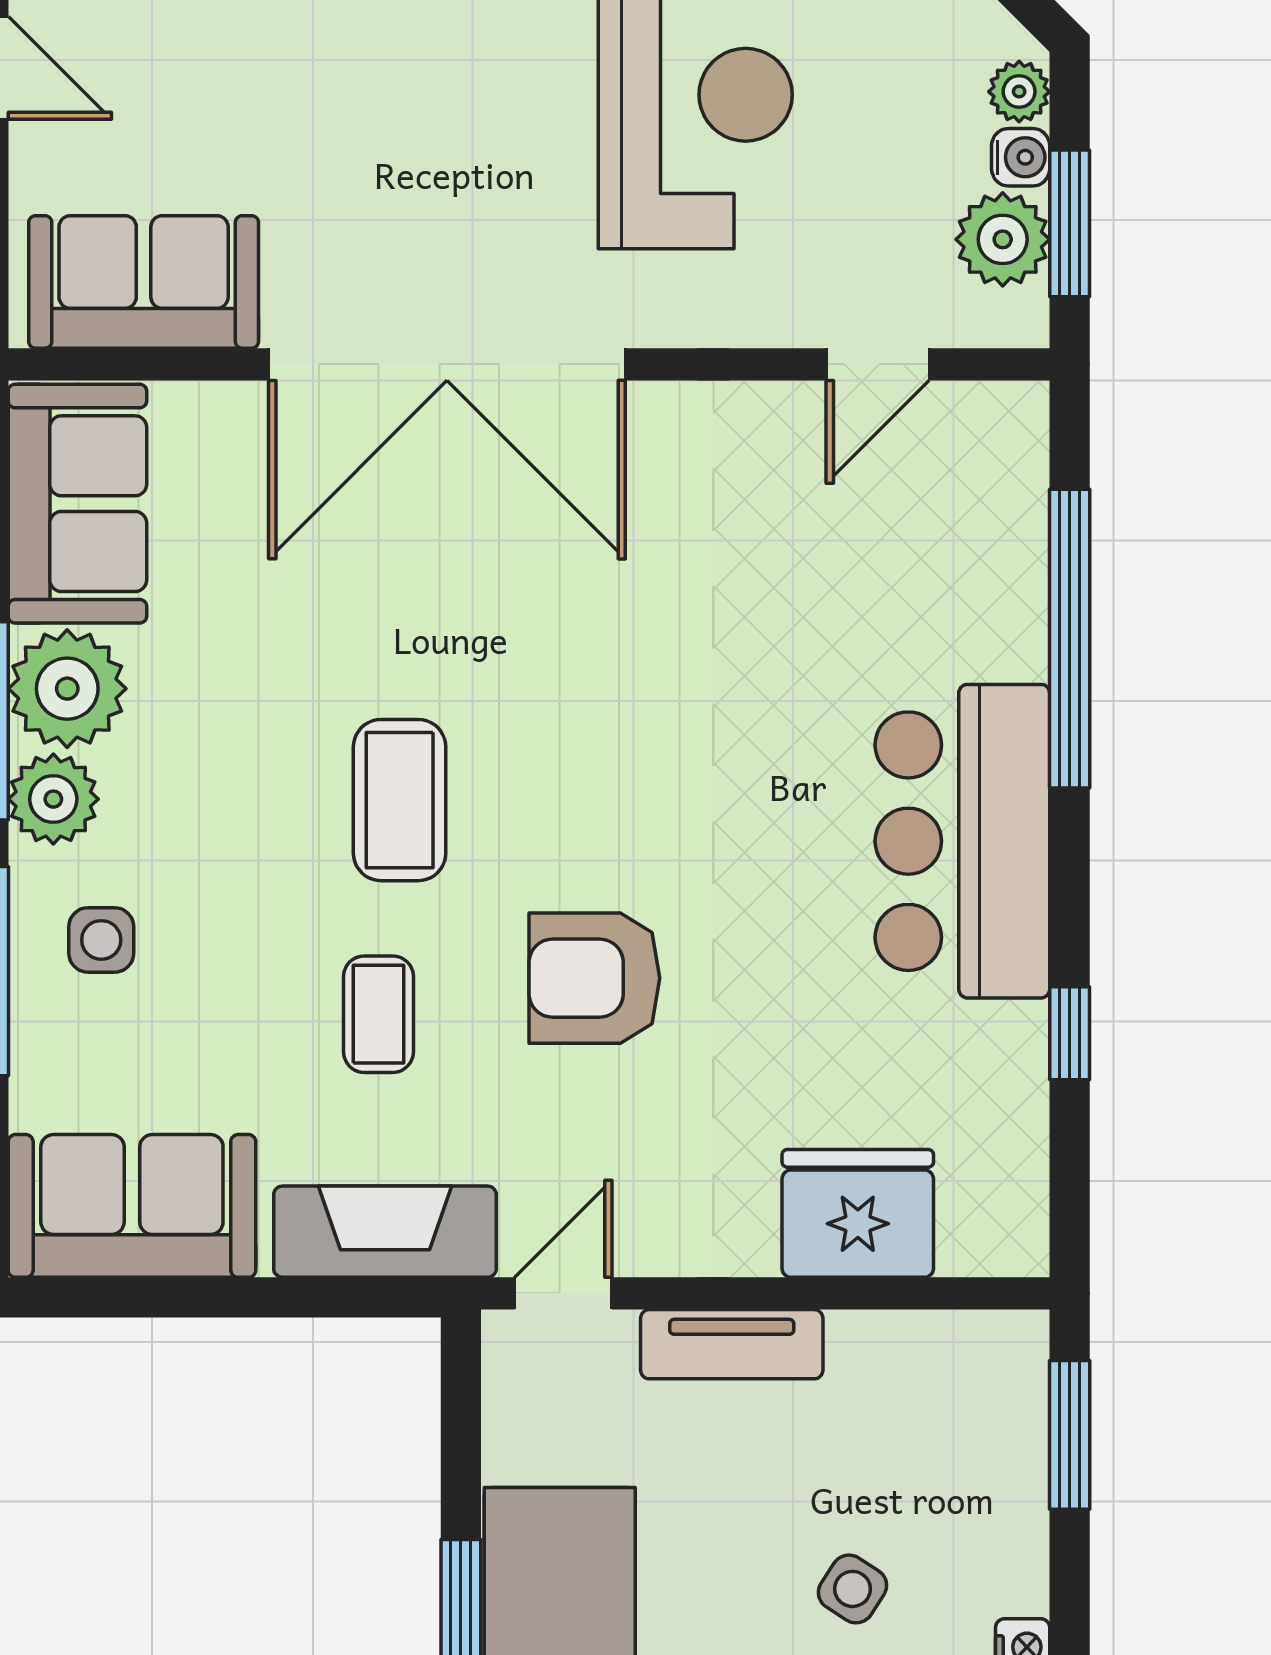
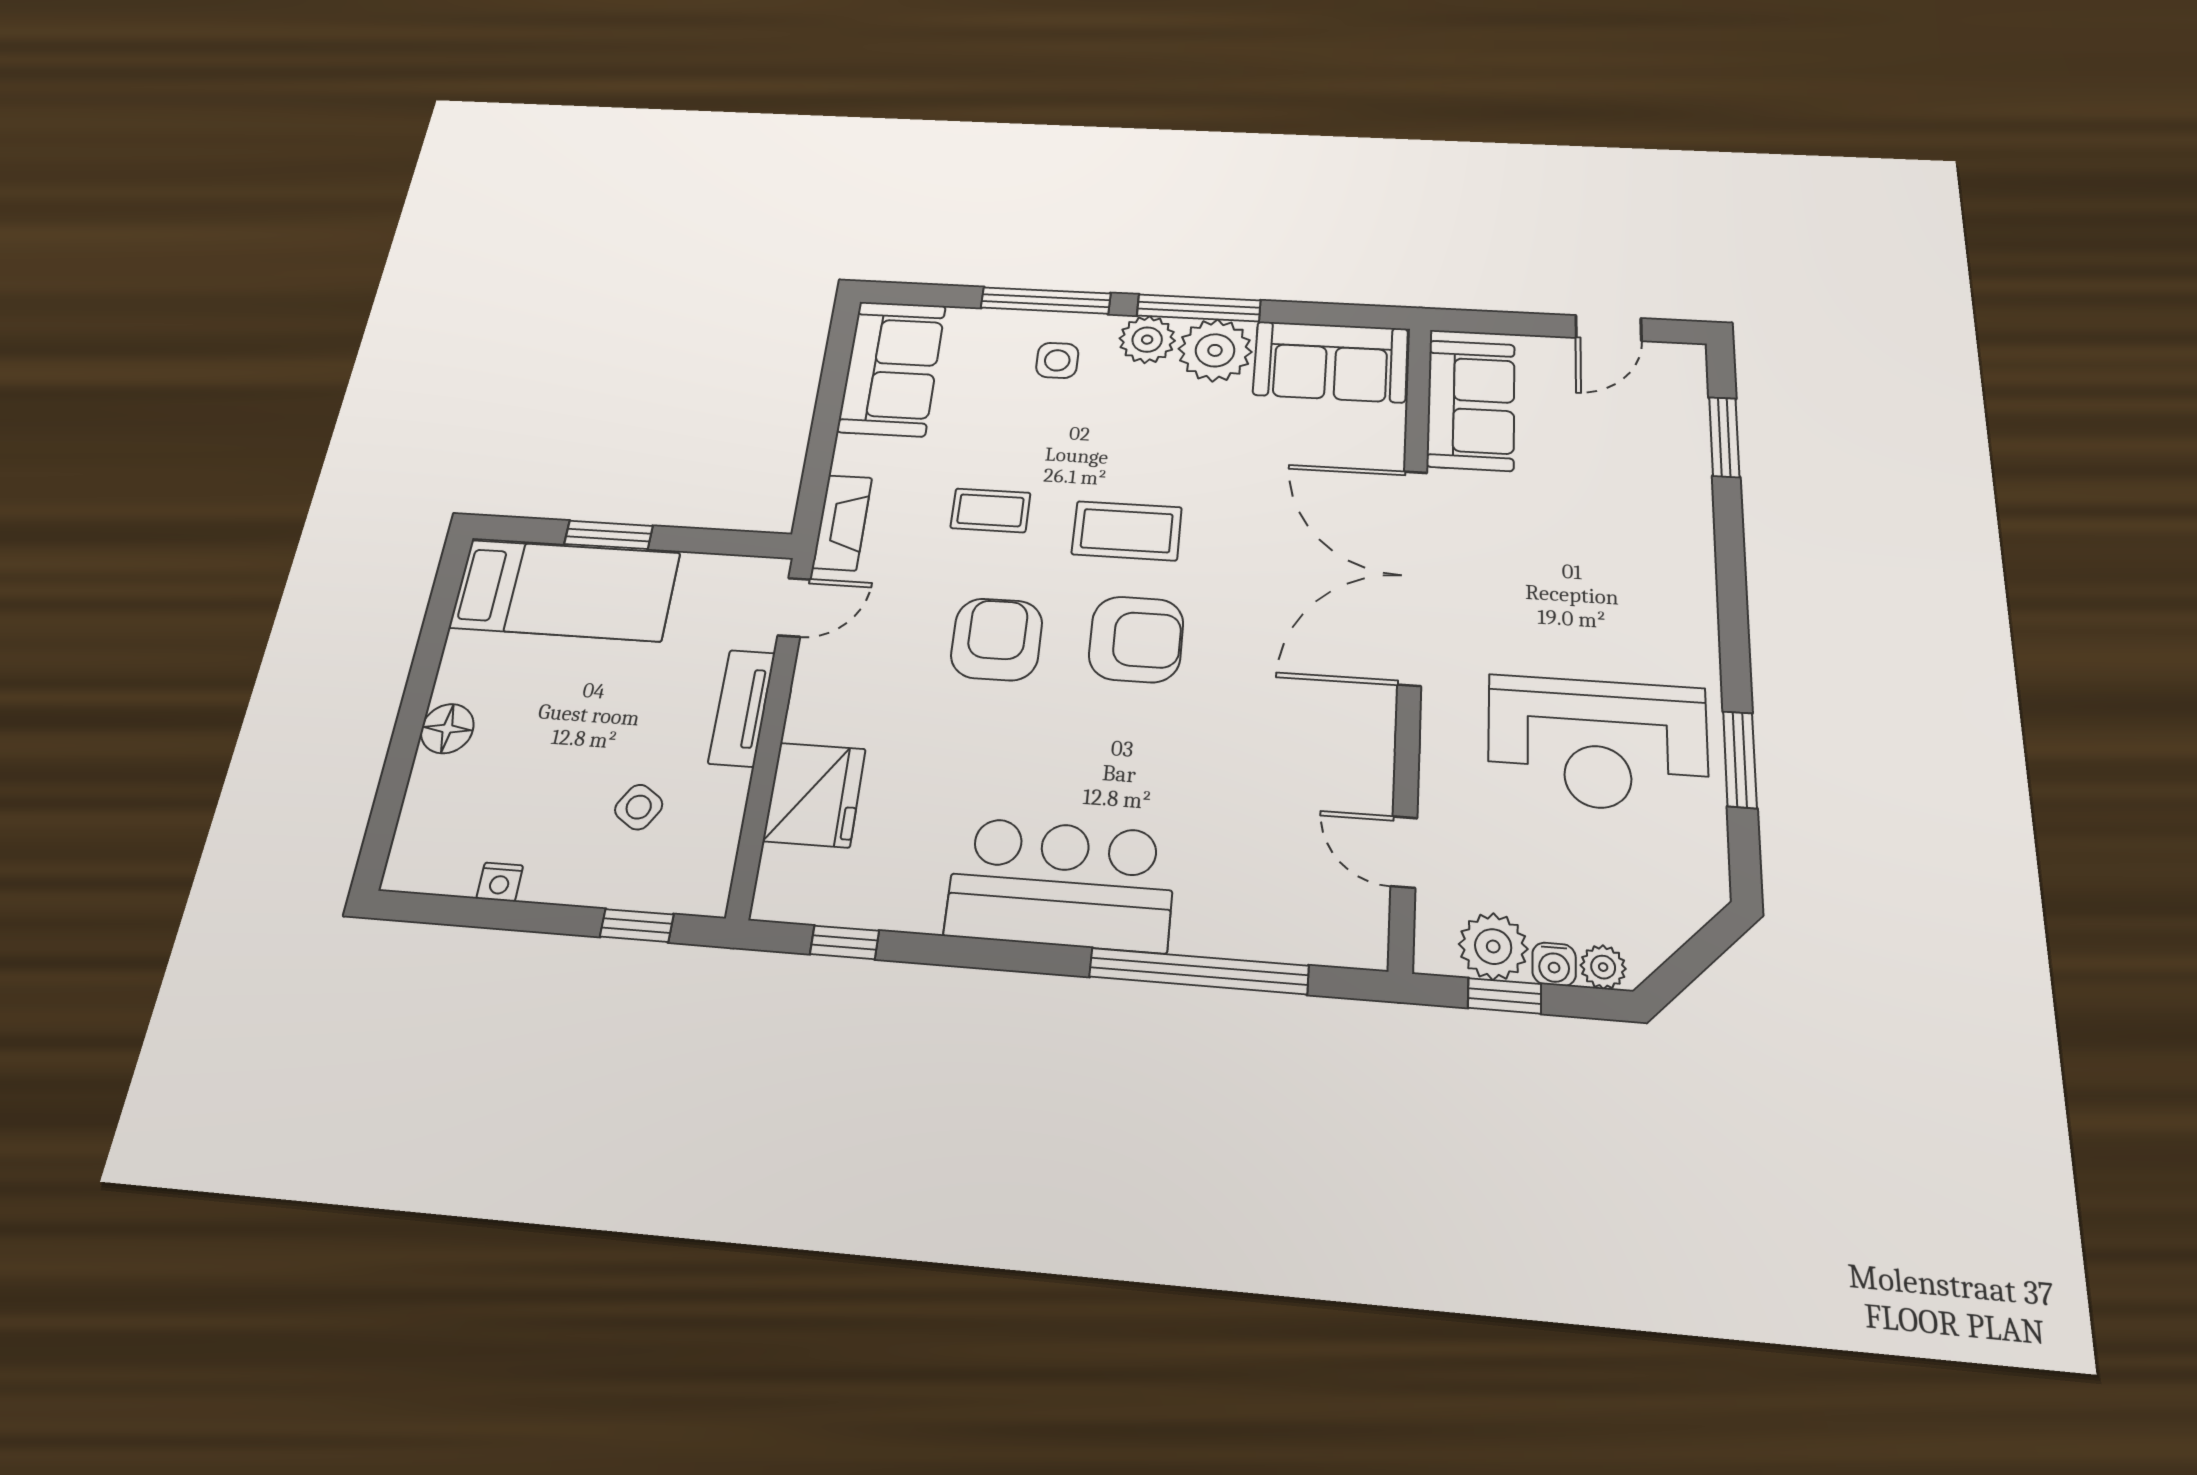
window: (1070, 223) -> (1505, 996), width x0.67
armchair: (580, 769) -> (1136, 639), added
window: (1070, 1033) -> (845, 942), moved
fireplace: (385, 1232) -> (842, 523), width x0.73, depth x0.76
door: (563, 1293) -> (794, 607), hinge flipped
window: (1070, 1435) -> (637, 926), width x0.67
side table: (853, 1589) -> (639, 807), moved

